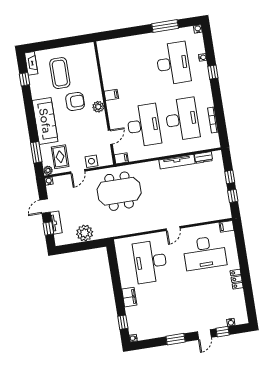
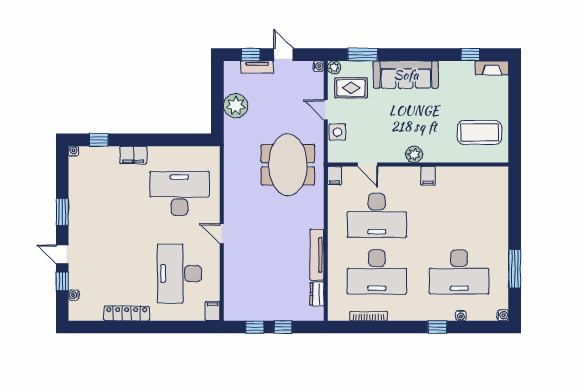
coffee table: (60, 73) -> (479, 132), moved
armchair: (75, 101) -> (427, 122), removed
locker: (237, 279) -> (127, 313), width x1.53

